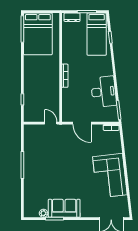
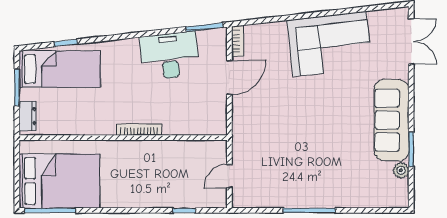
door: (51, 123) -> (229, 176), moved
door: (82, 123) -> (229, 77), moved
sofa: (64, 208) -> (392, 120), width x1.36

